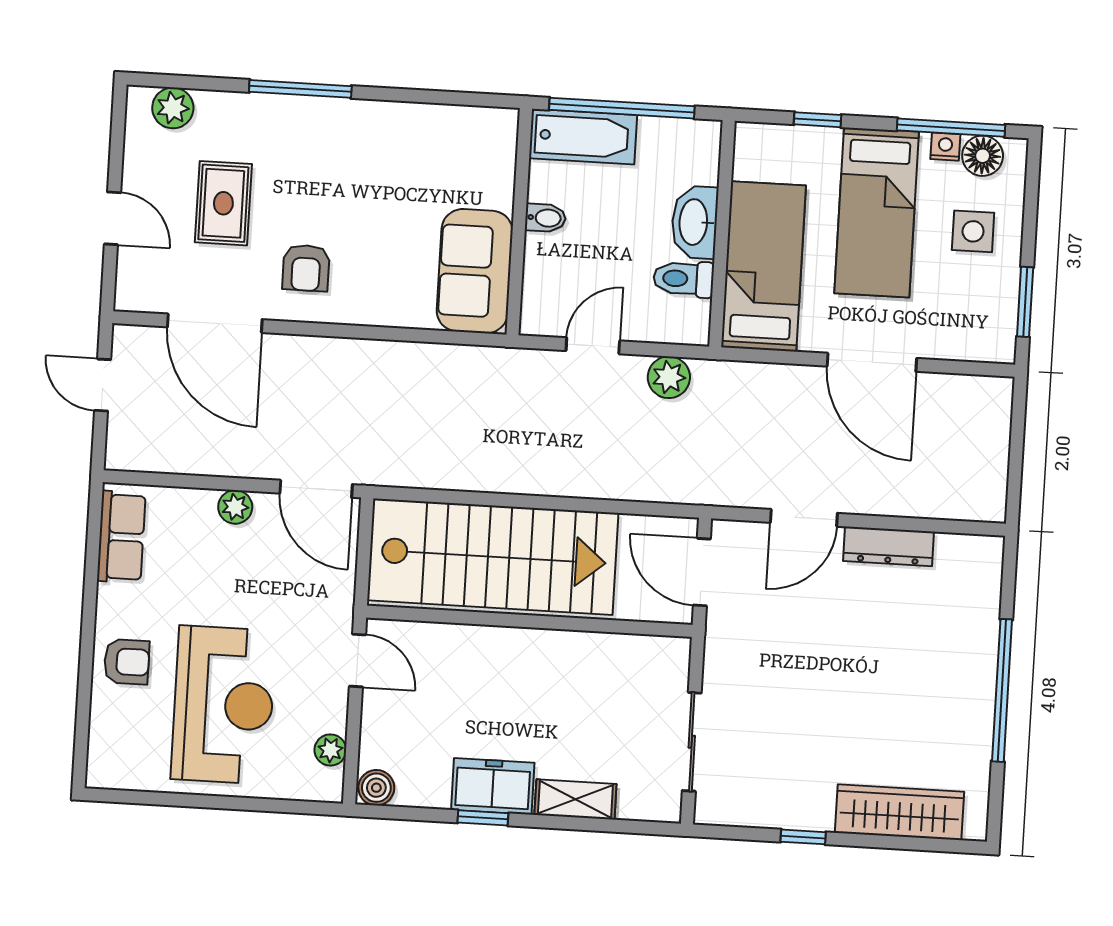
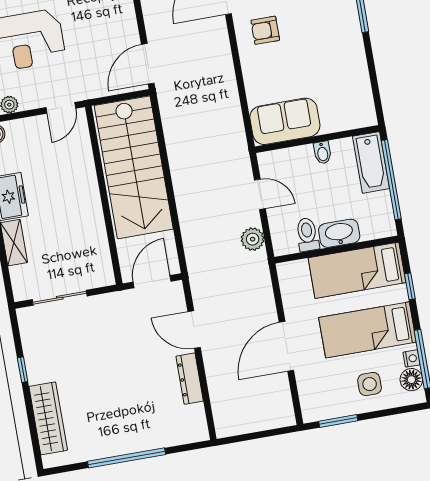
bed: (764, 266) -> (357, 270), moved, turned 180
plant: (235, 507) -> (128, 23), removed

